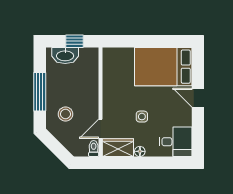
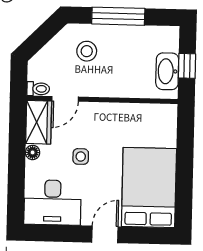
washbasin: (65, 55) -> (167, 71), moved
door: (100, 129) -> (65, 99), swing flipped
desk: (176, 142) -> (53, 202), width x1.37

